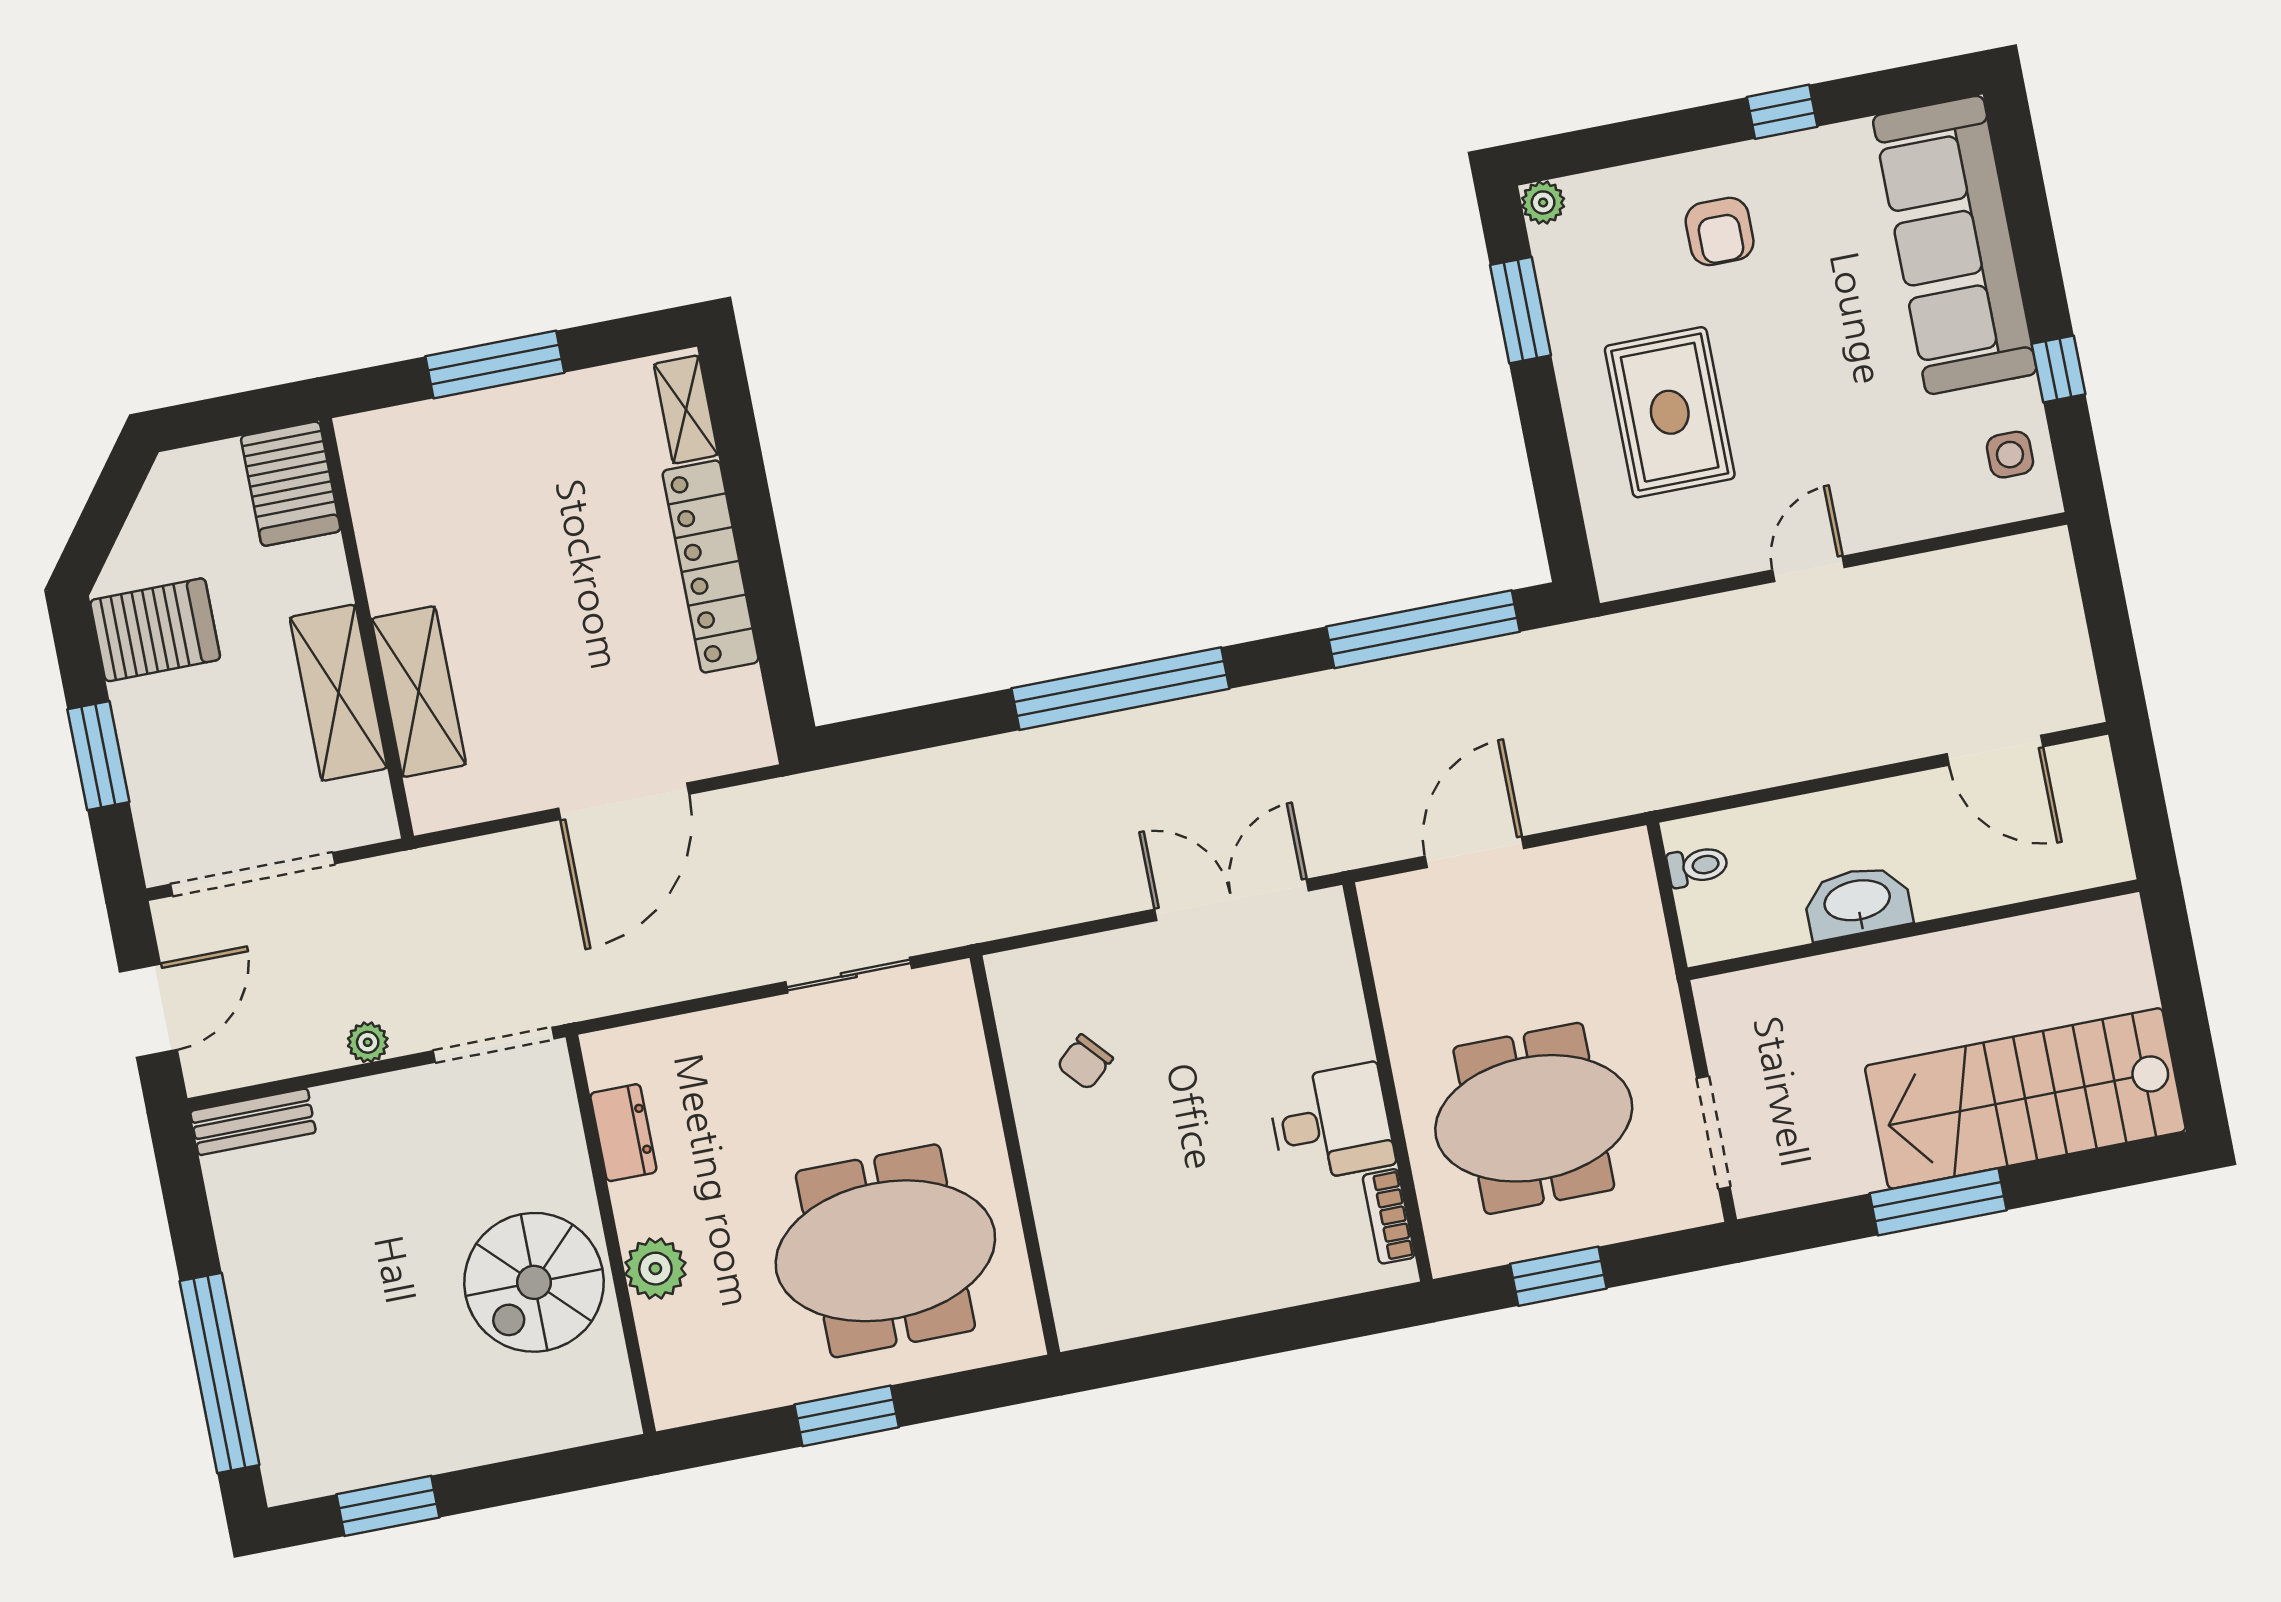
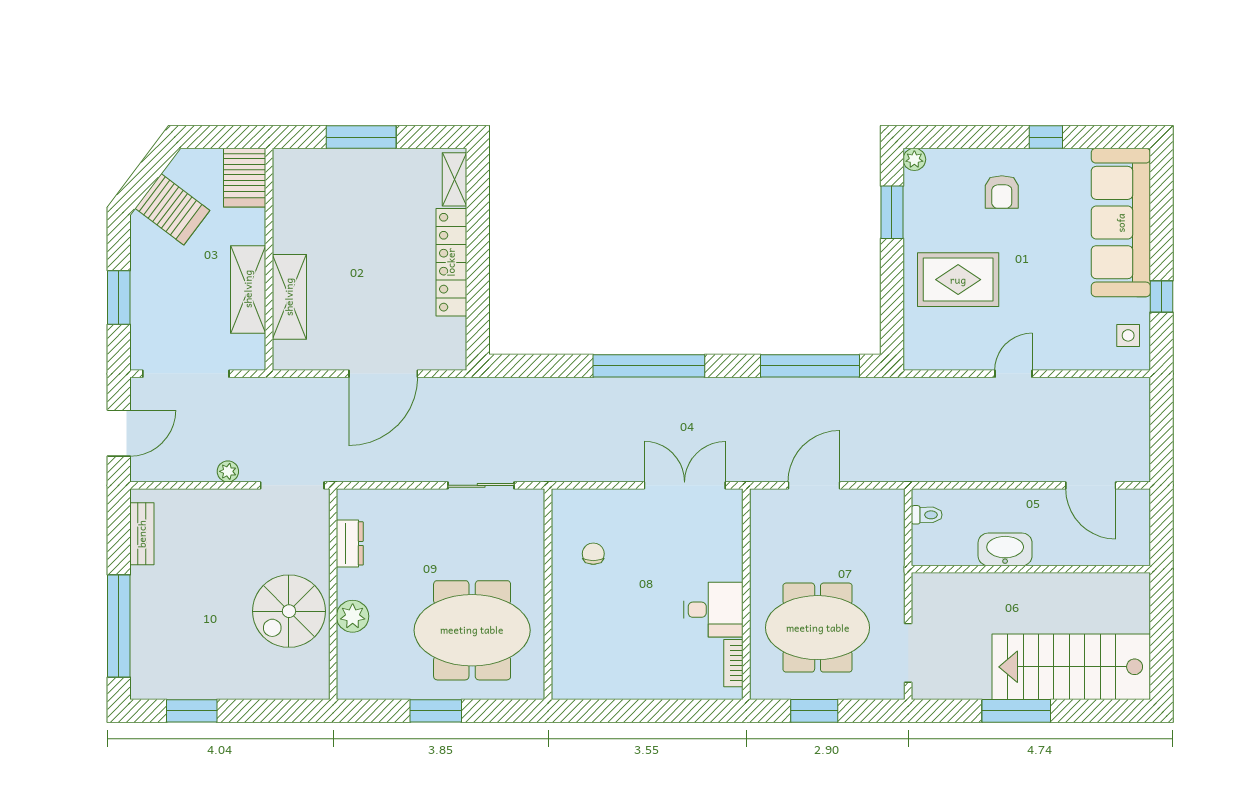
rug: (1670, 412) -> (958, 280), turned 90
server rack: (155, 630) -> (172, 209), moved, turned 37
chair: (1085, 1062) -> (593, 554), turned 132
bench: (253, 1122) -> (142, 534), moved, turned 90

